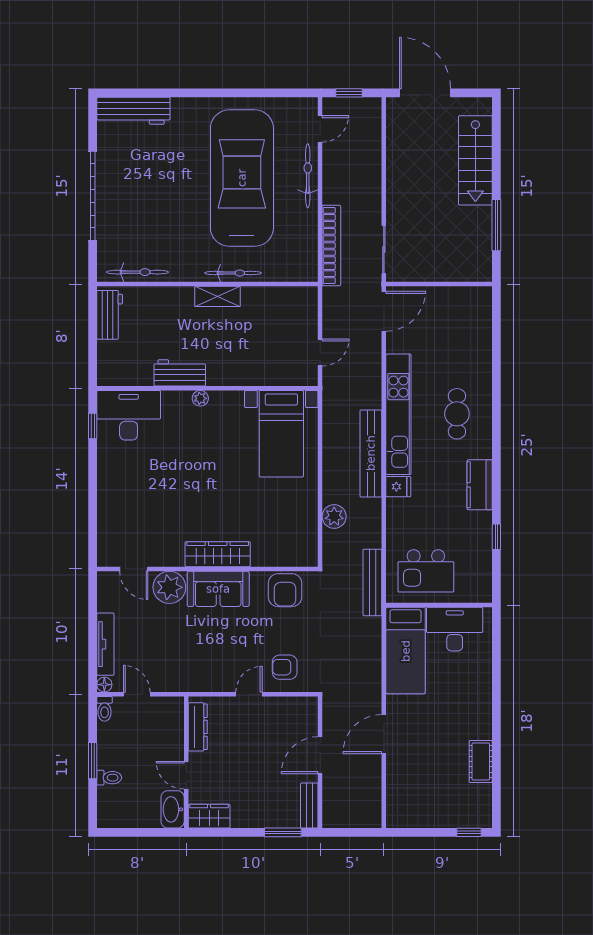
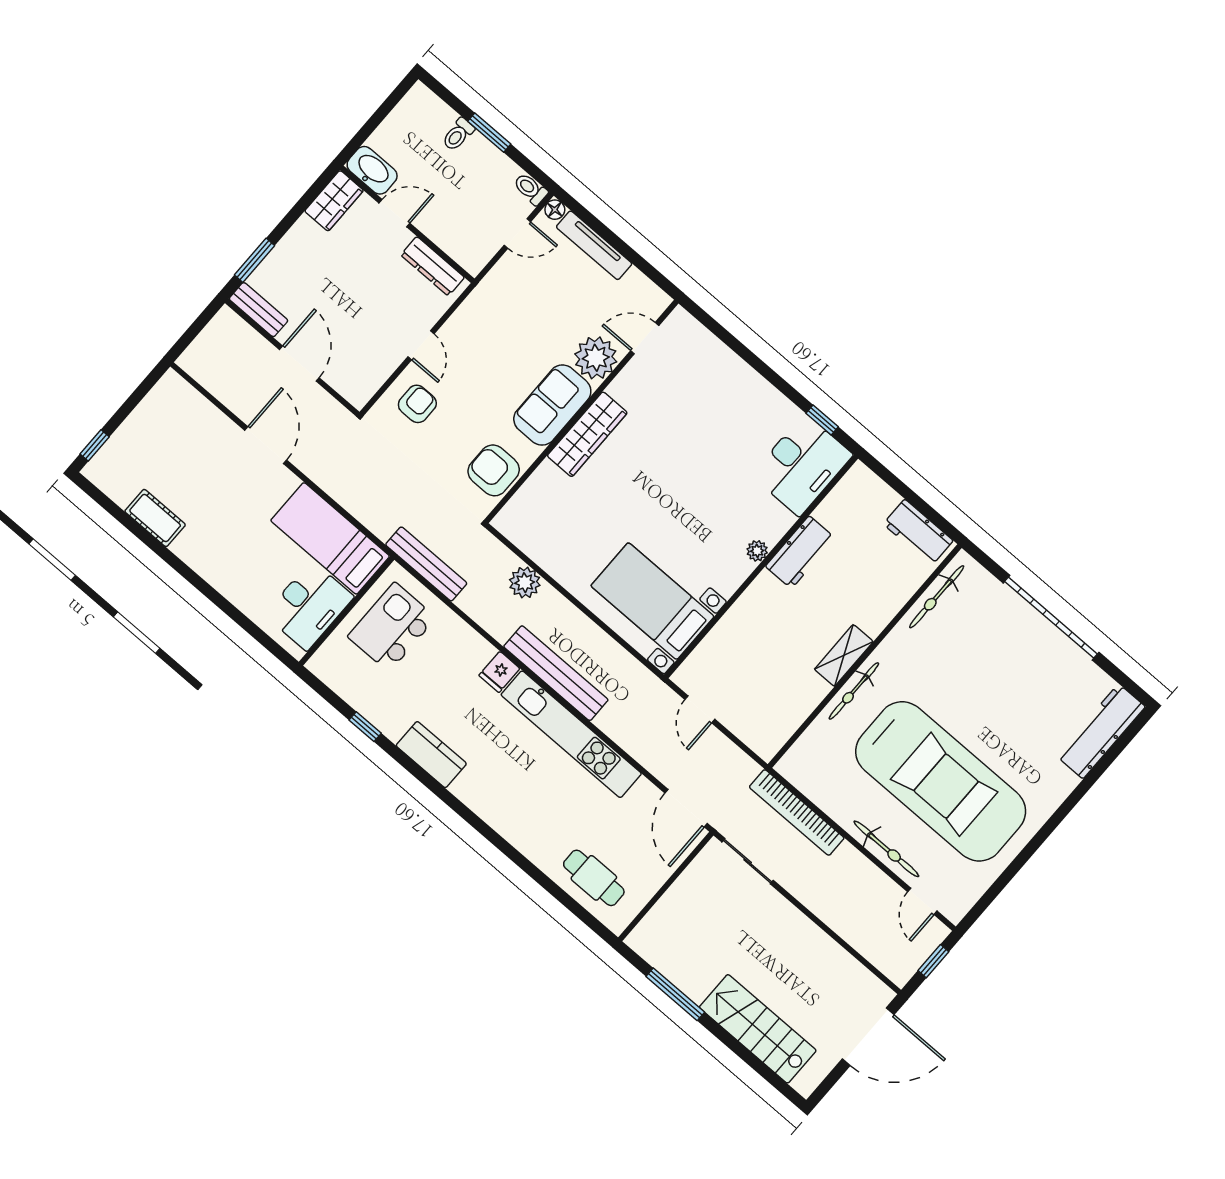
cafe table: (457, 414) -> (594, 878), moved

